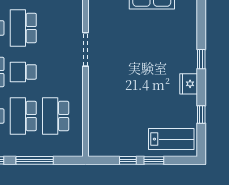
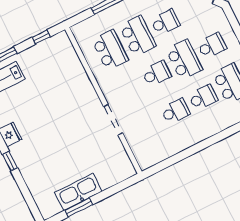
school desk: (23, 28) -> (176, 111), width x0.54
window: (128, 160) -> (41, 37), moved

